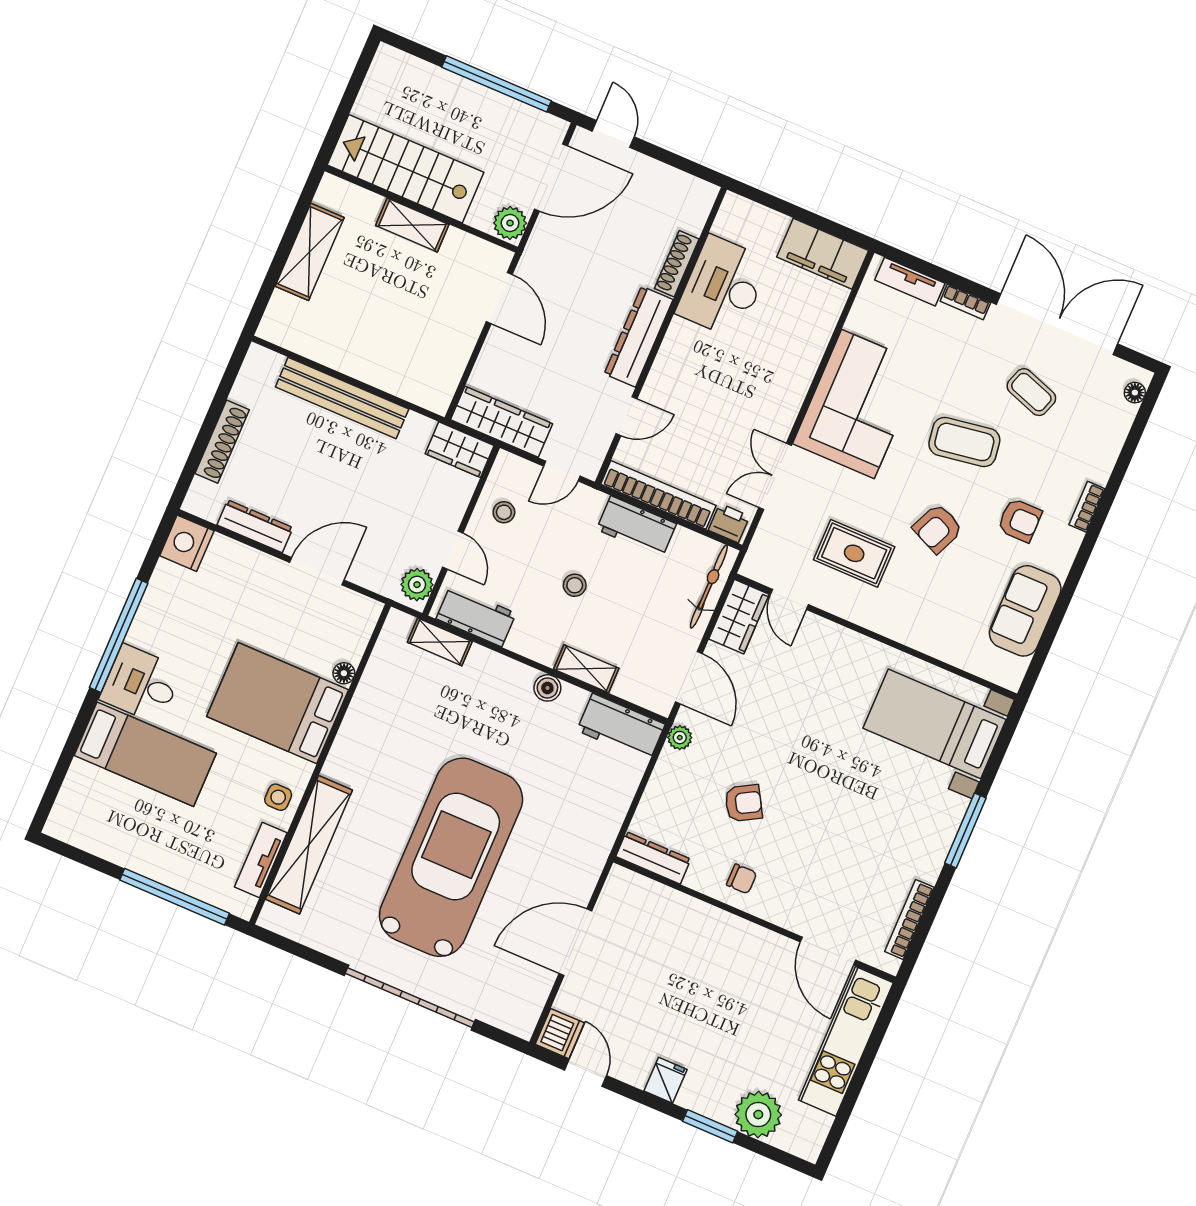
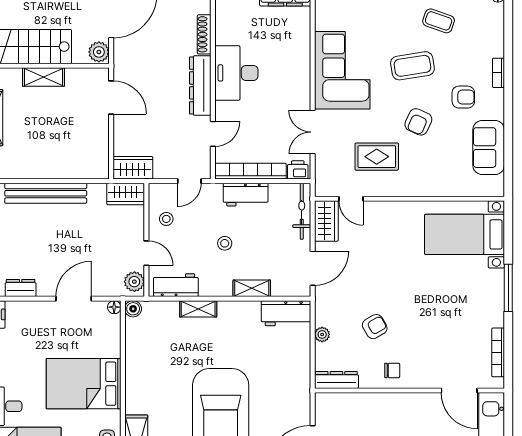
desk: (723, 287) -> (236, 73), moved
wardrobe: (502, 422) -> (133, 168), width x0.67
dresser: (255, 526) -> (21, 288), width x0.70
shelving: (440, 642) -> (198, 309), moved
floor lamp: (344, 673) -> (114, 307), moved
door: (689, 678) -> (313, 268), hinge flipped
boiler: (547, 688) -> (133, 309), moved
plant: (680, 738) -> (322, 334), moved

